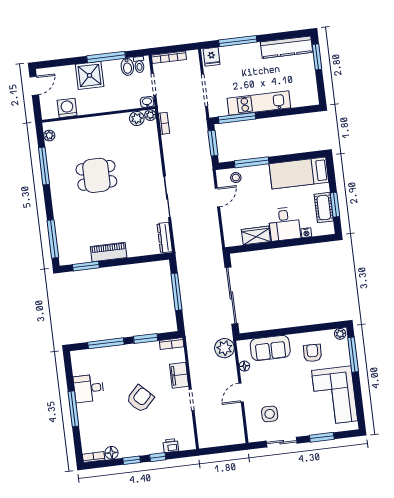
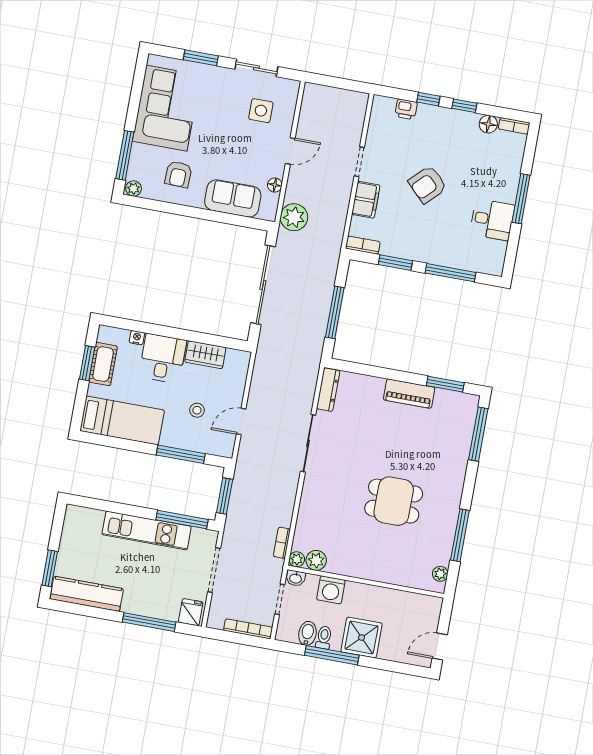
toilet: (139, 65) -> (324, 638), moved
washing machine: (67, 108) -> (331, 590), moved
stool: (236, 178) -> (197, 410), moved

